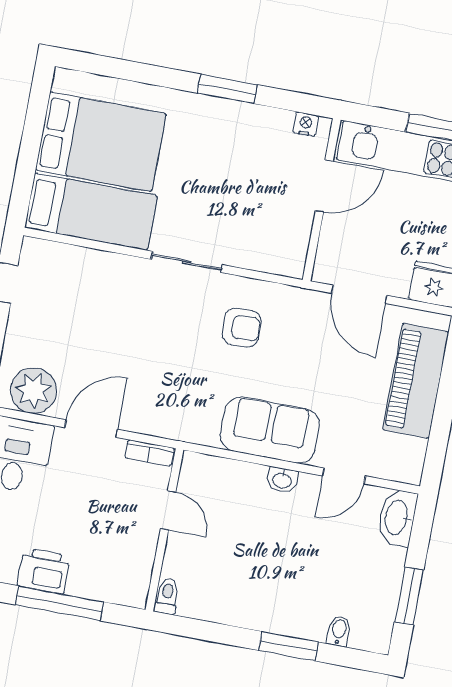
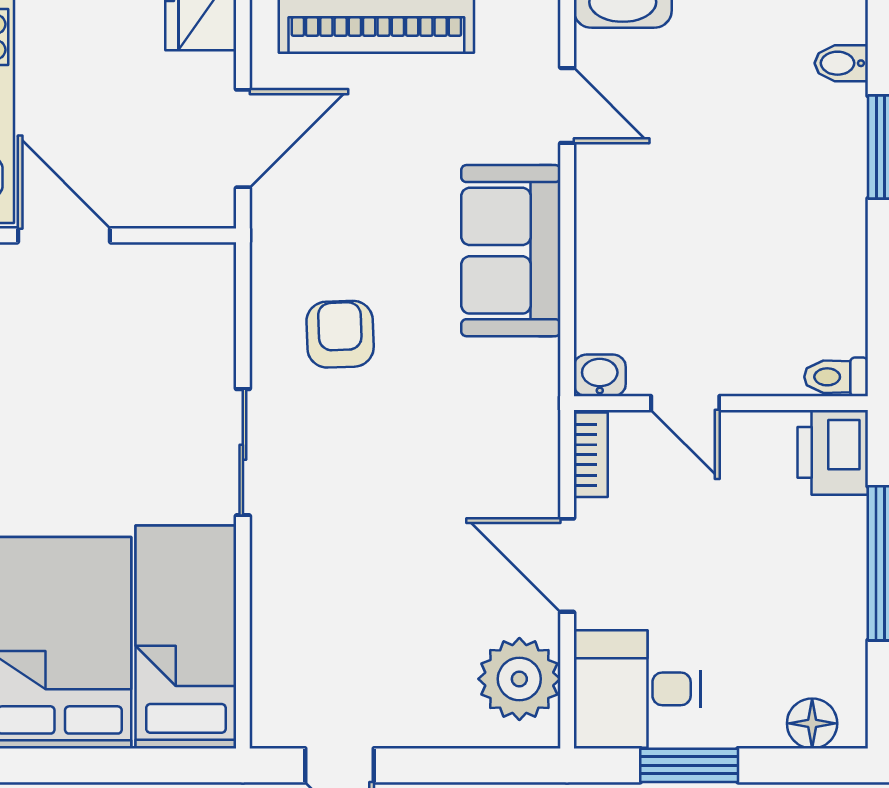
washbasin: (282, 480) -> (600, 375), moved, turned -90
door: (168, 510) -> (685, 403), swing flipped
printer: (44, 571) -> (833, 452), moved

